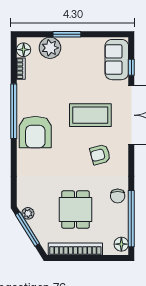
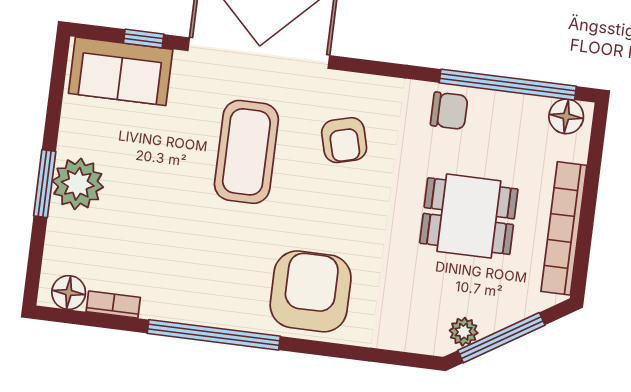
plant: (50, 48) -> (78, 184), moved
armchair: (35, 132) -> (311, 291), moved, turned -90

